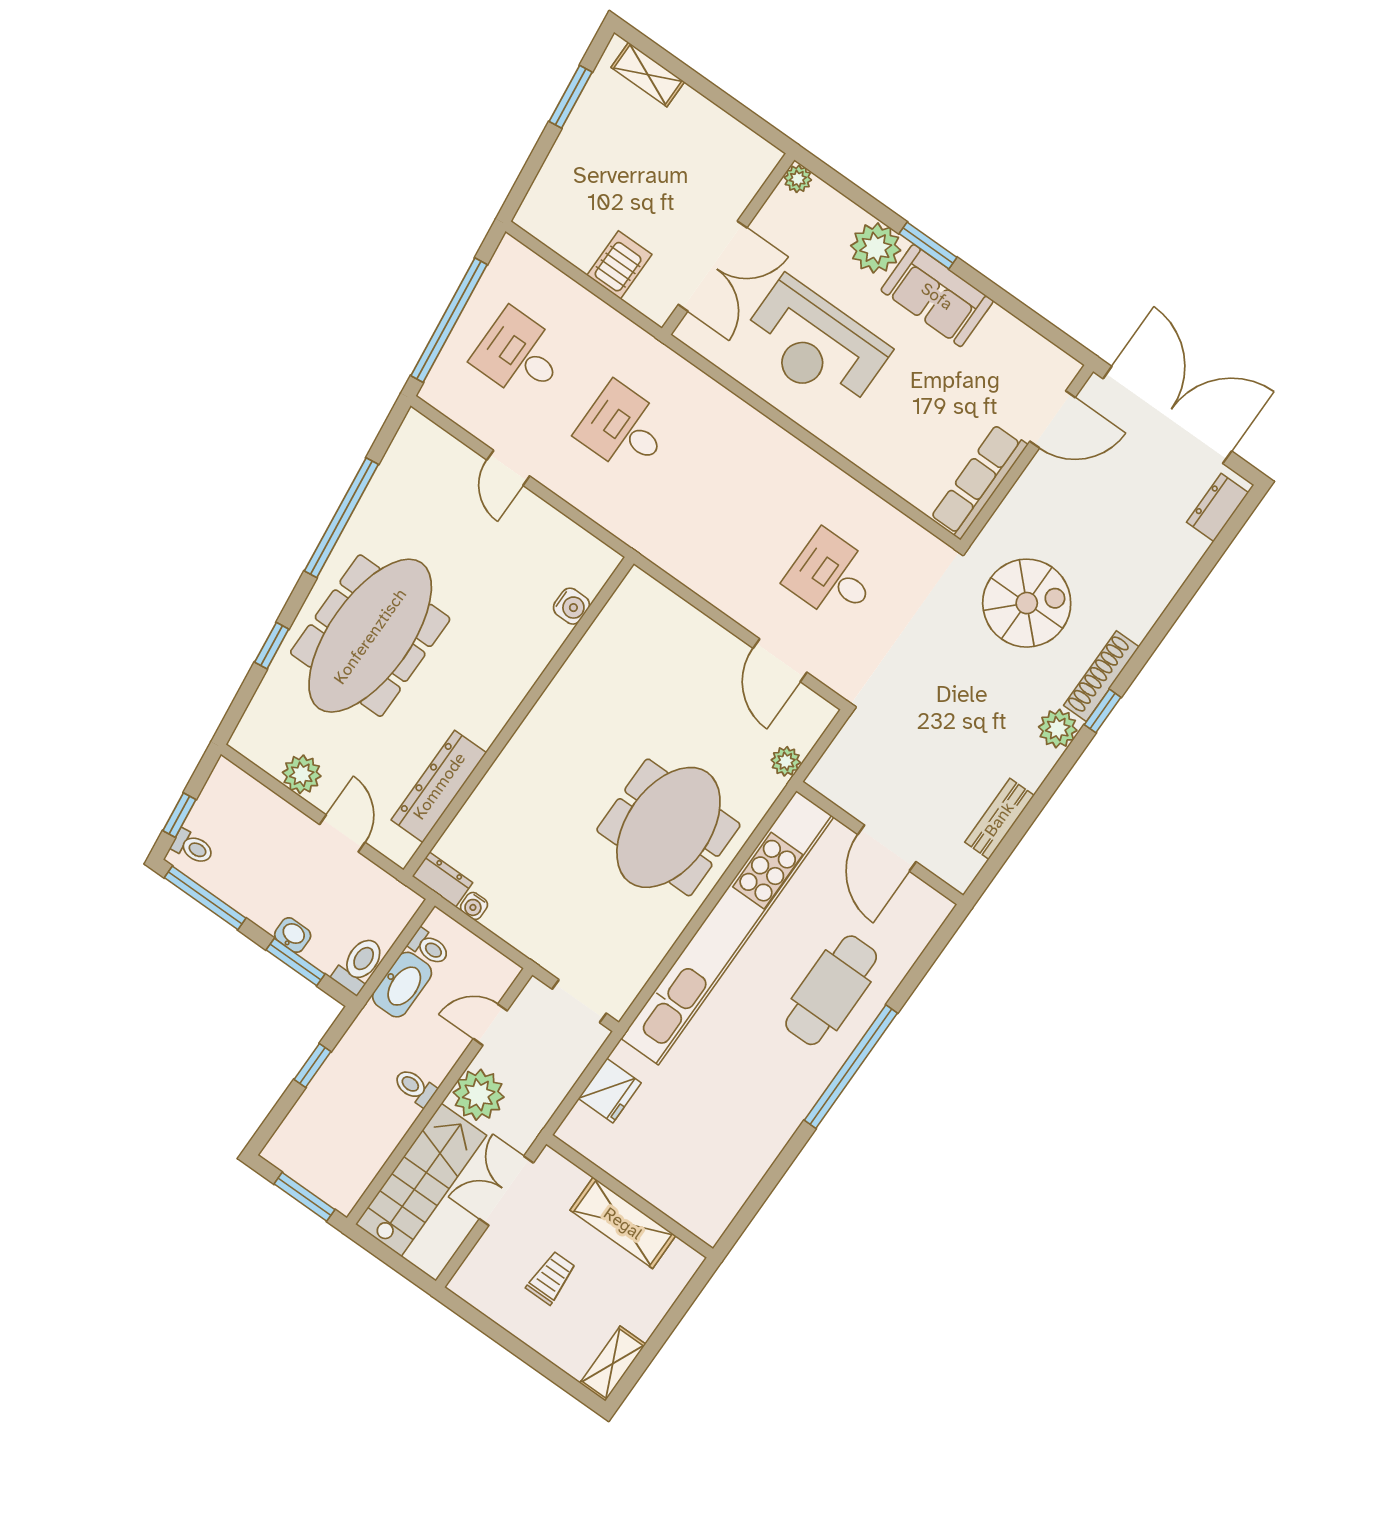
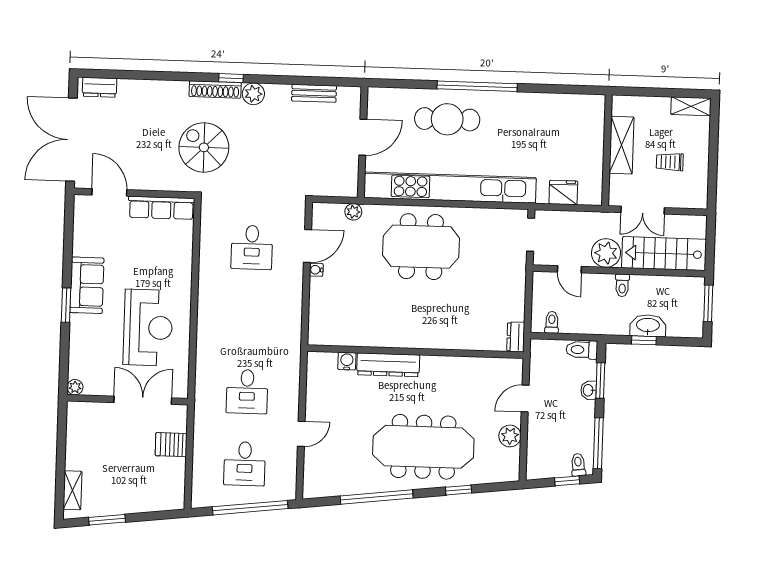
plant: (876, 248) -> (83, 329), removed
dresser: (439, 786) -> (388, 365), moved
water cooler: (474, 906) -> (316, 270), moved, turned 180
washbasin: (402, 985) -> (648, 326), moved

